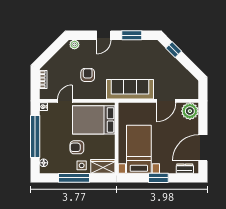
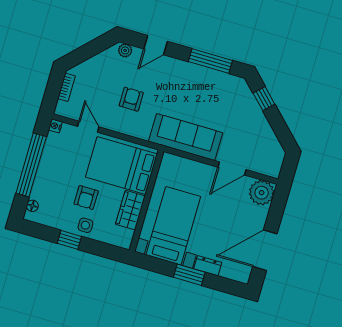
door: (104, 35) -> (156, 45), moved
window: (132, 35) -> (210, 61), width x1.44
door: (65, 101) -> (88, 127), hinge flipped
armchair: (77, 147) -> (86, 197), turned -90
wardrobe: (103, 166) -> (130, 210), moved, turned -90
dresser: (185, 169) -> (208, 266), moved
window: (74, 178) -> (69, 240), width x0.46

